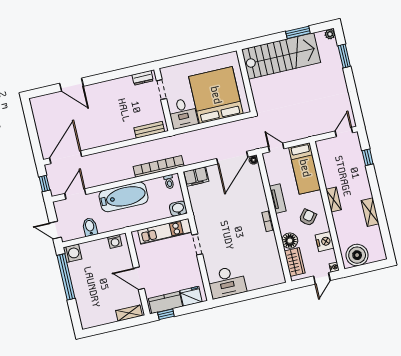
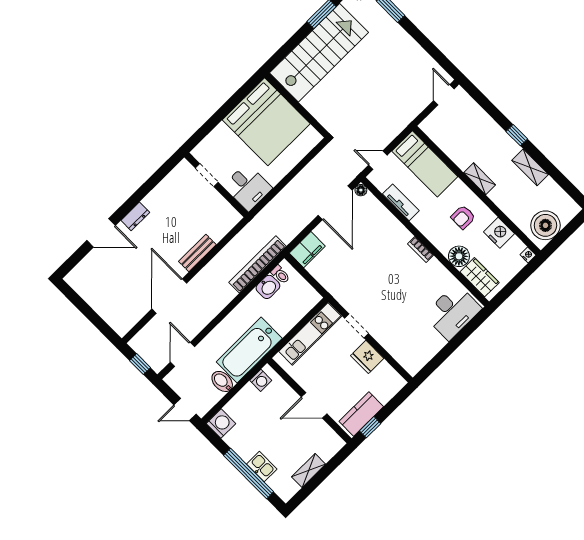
dresser: (143, 78) -> (135, 216), moved
bed: (216, 95) -> (266, 122), moved, turned 180
bench: (149, 130) -> (197, 253), moved
door: (66, 157) -> (169, 296), moved
window: (368, 157) -> (517, 135), moved
bathtub: (124, 197) -> (249, 350), moved, turned 180
tv unit: (278, 199) -> (401, 202), moved
washbasin: (178, 209) -> (268, 287), moved, turned 180
armchair: (308, 217) -> (463, 217), turned -128
window: (66, 277) -> (249, 473), moved
door: (322, 278) -> (522, 276), removed
desk: (227, 282) -> (453, 312), moved
fridge: (191, 296) -> (367, 357), moved, turned -90
kitchen sink: (81, 297) -> (262, 467), added
shelving: (129, 313) -> (309, 471), moved

